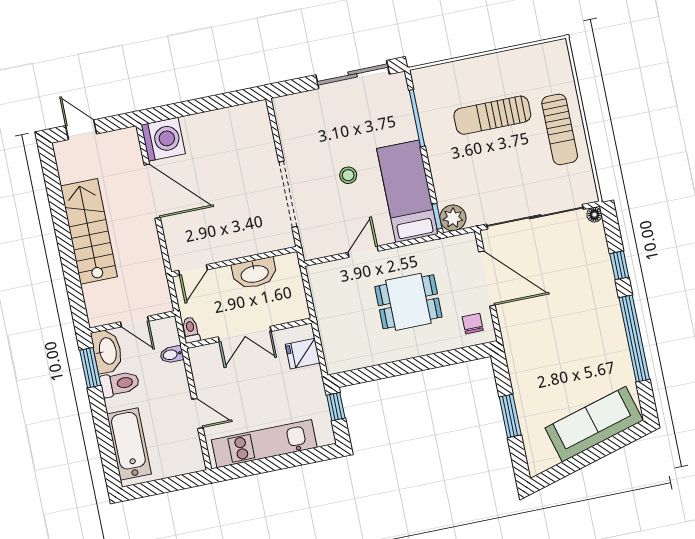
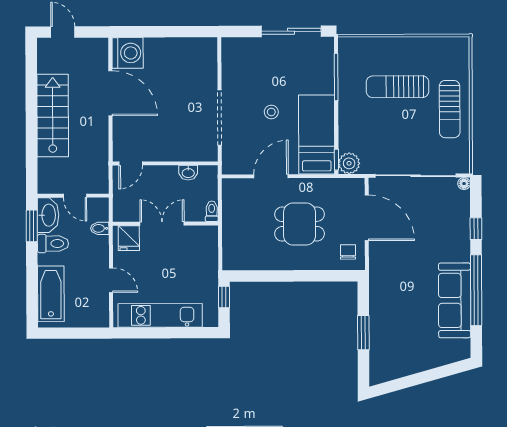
door: (363, 252) -> (271, 176), width x1.38
washbasin: (255, 273) -> (188, 173), width x0.52, depth x0.69
toilet: (191, 330) -> (212, 211), moved
double door: (245, 334) -> (162, 224), swing flipped
fridge: (303, 354) -> (129, 238), moved, turned -90
sofa: (594, 424) -> (455, 300), moved, turned -74

